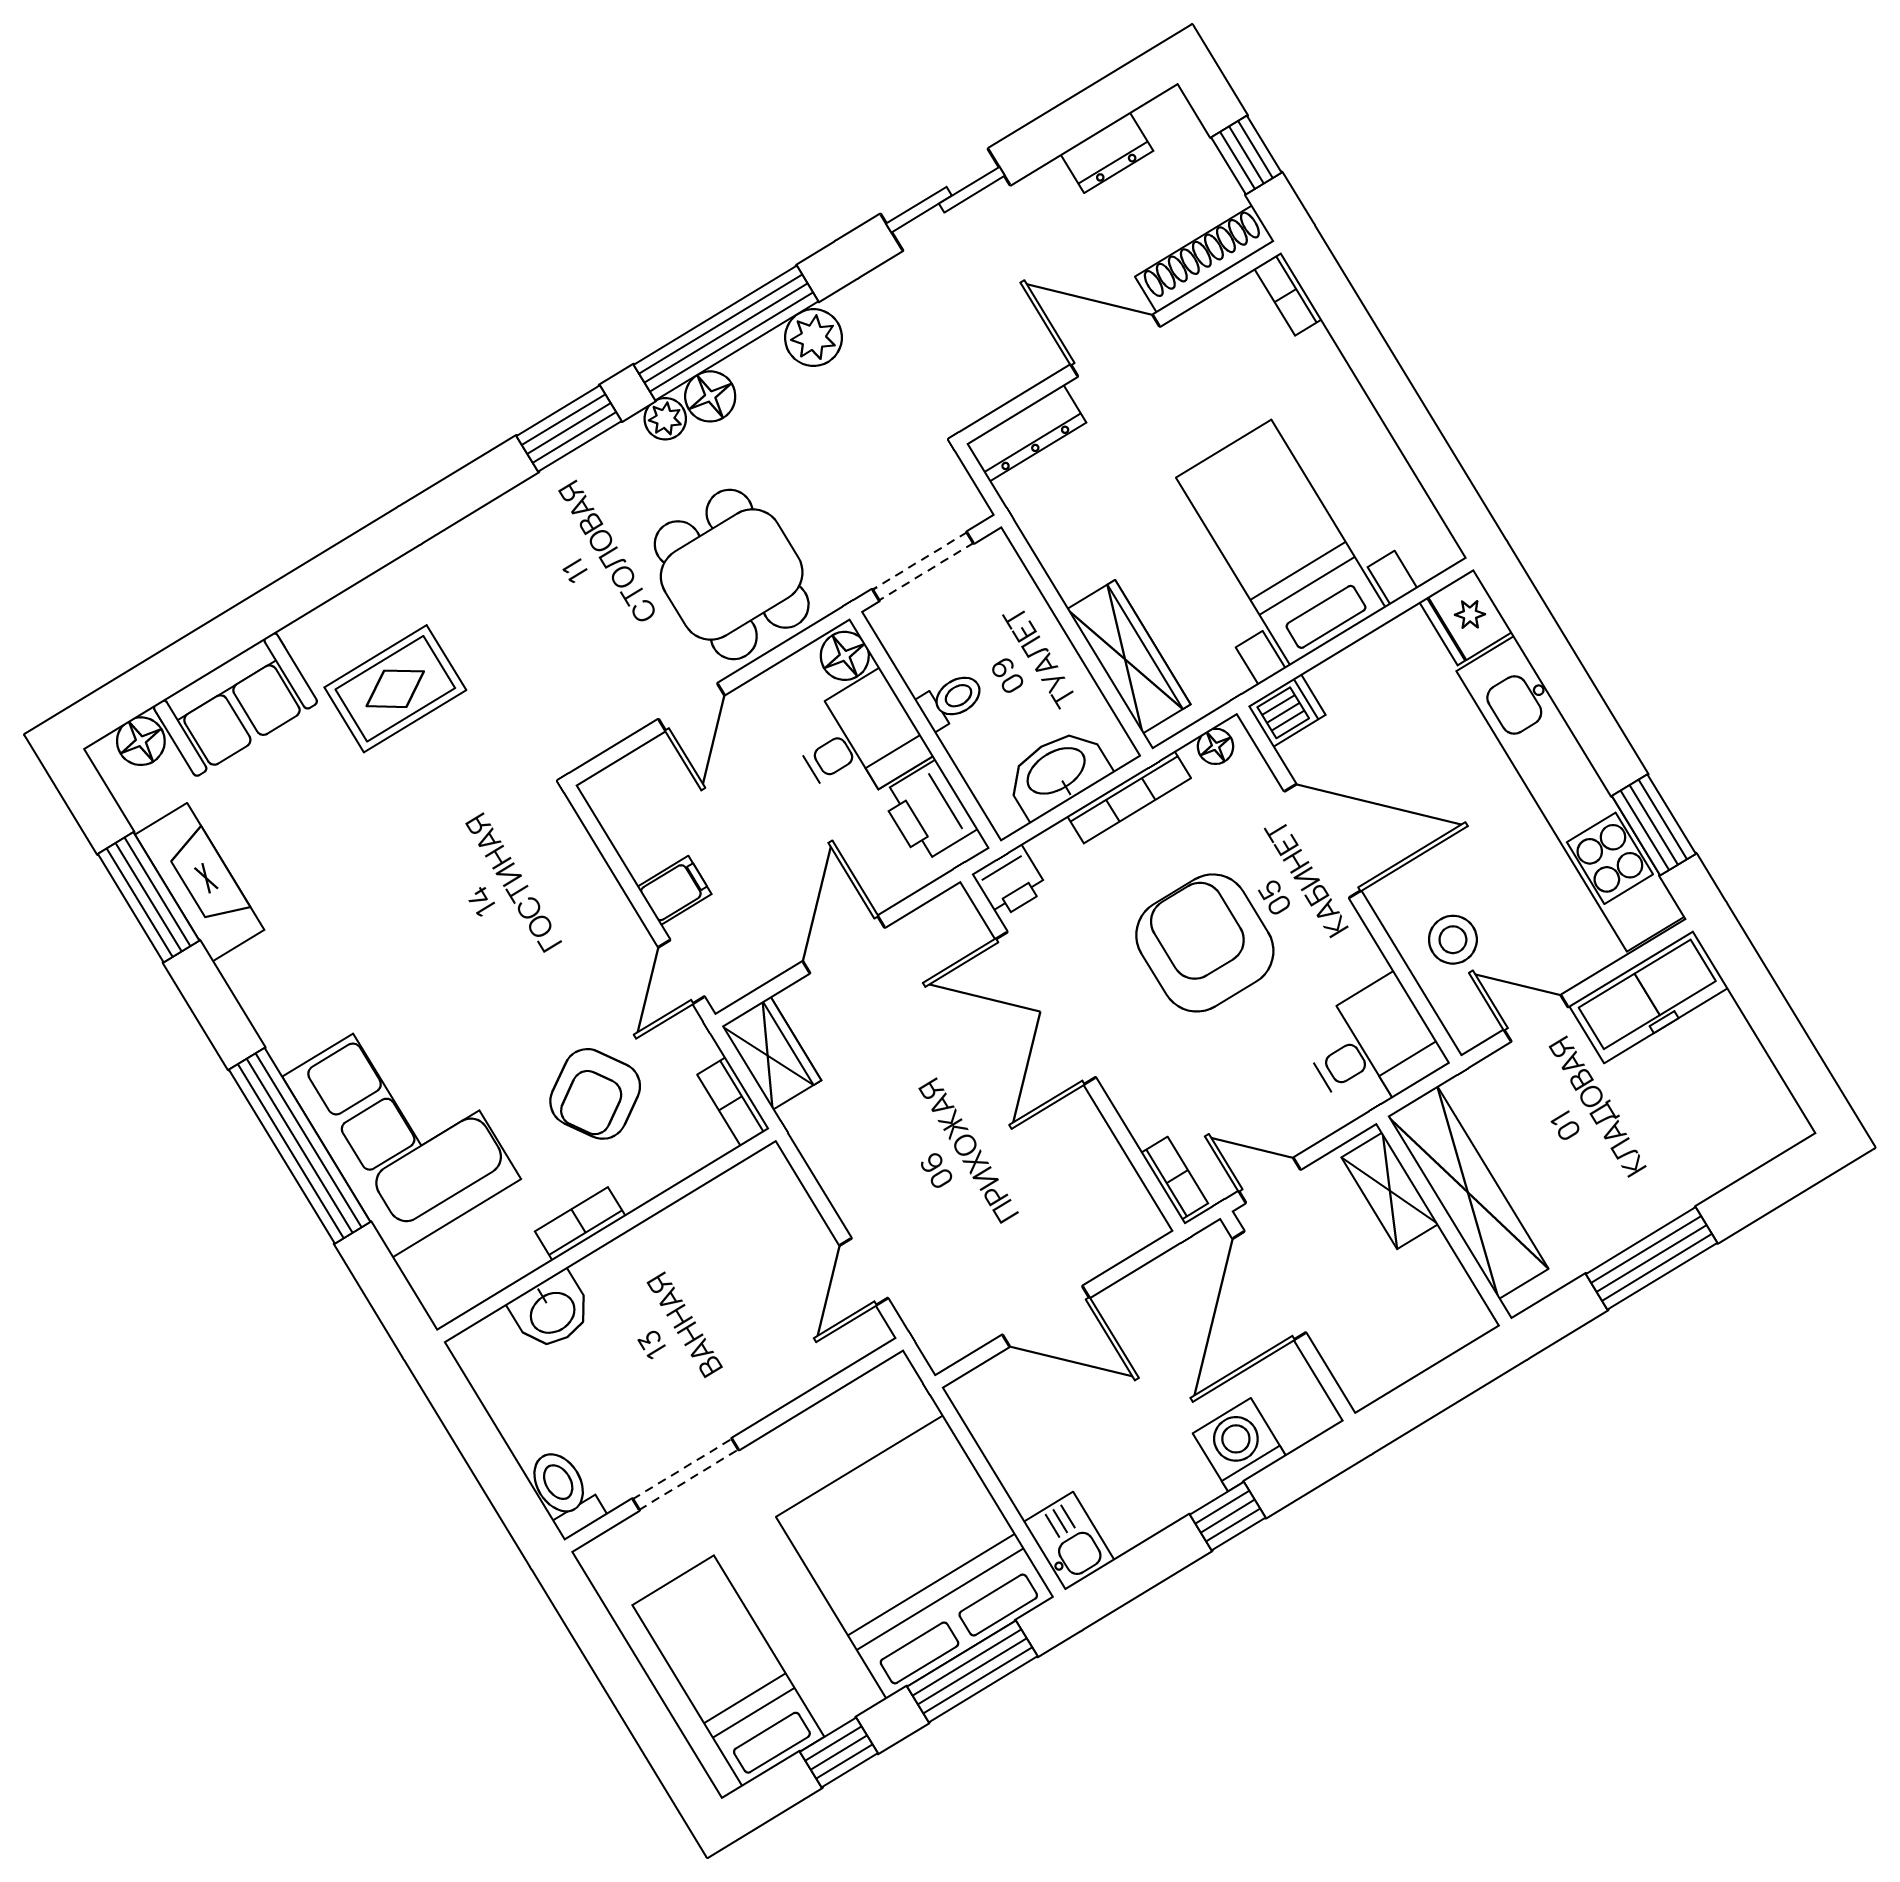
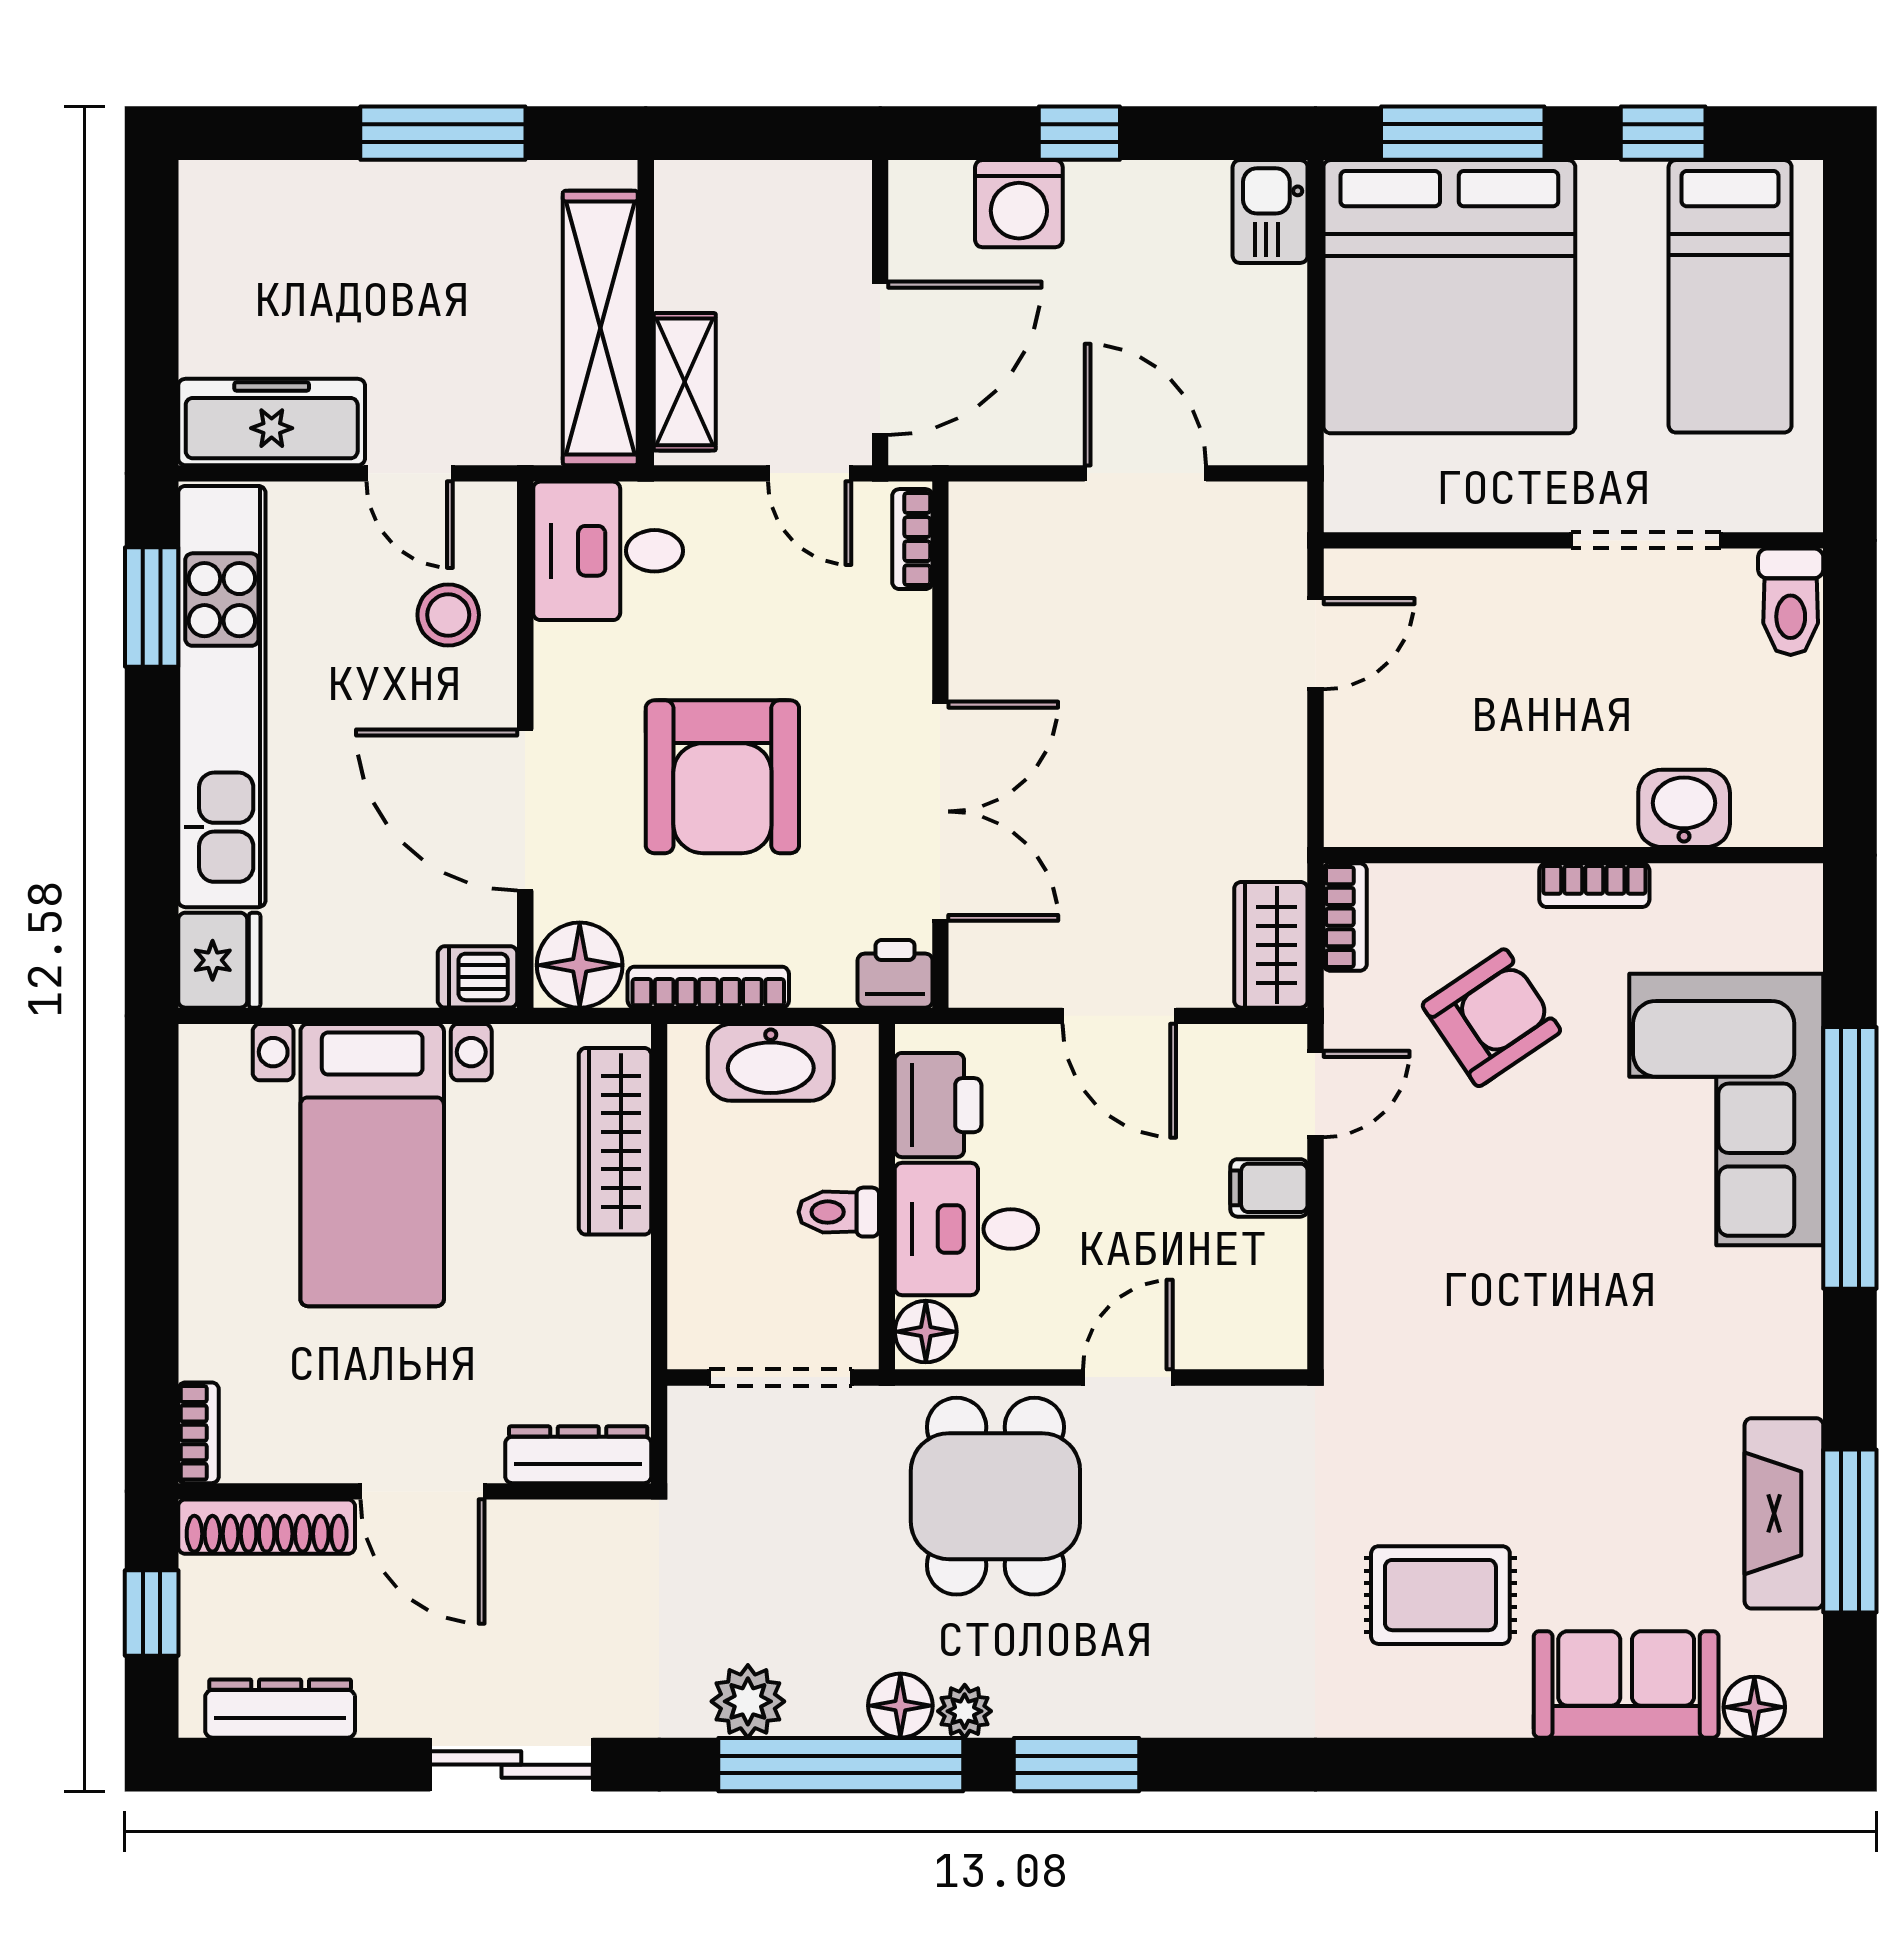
dresser: (1107, 153) -> (280, 1709), width x1.44
floor lamp: (1216, 746) -> (580, 965), width x1.89, depth x1.89
door: (844, 944) -> (1119, 1016), hinge flipped

